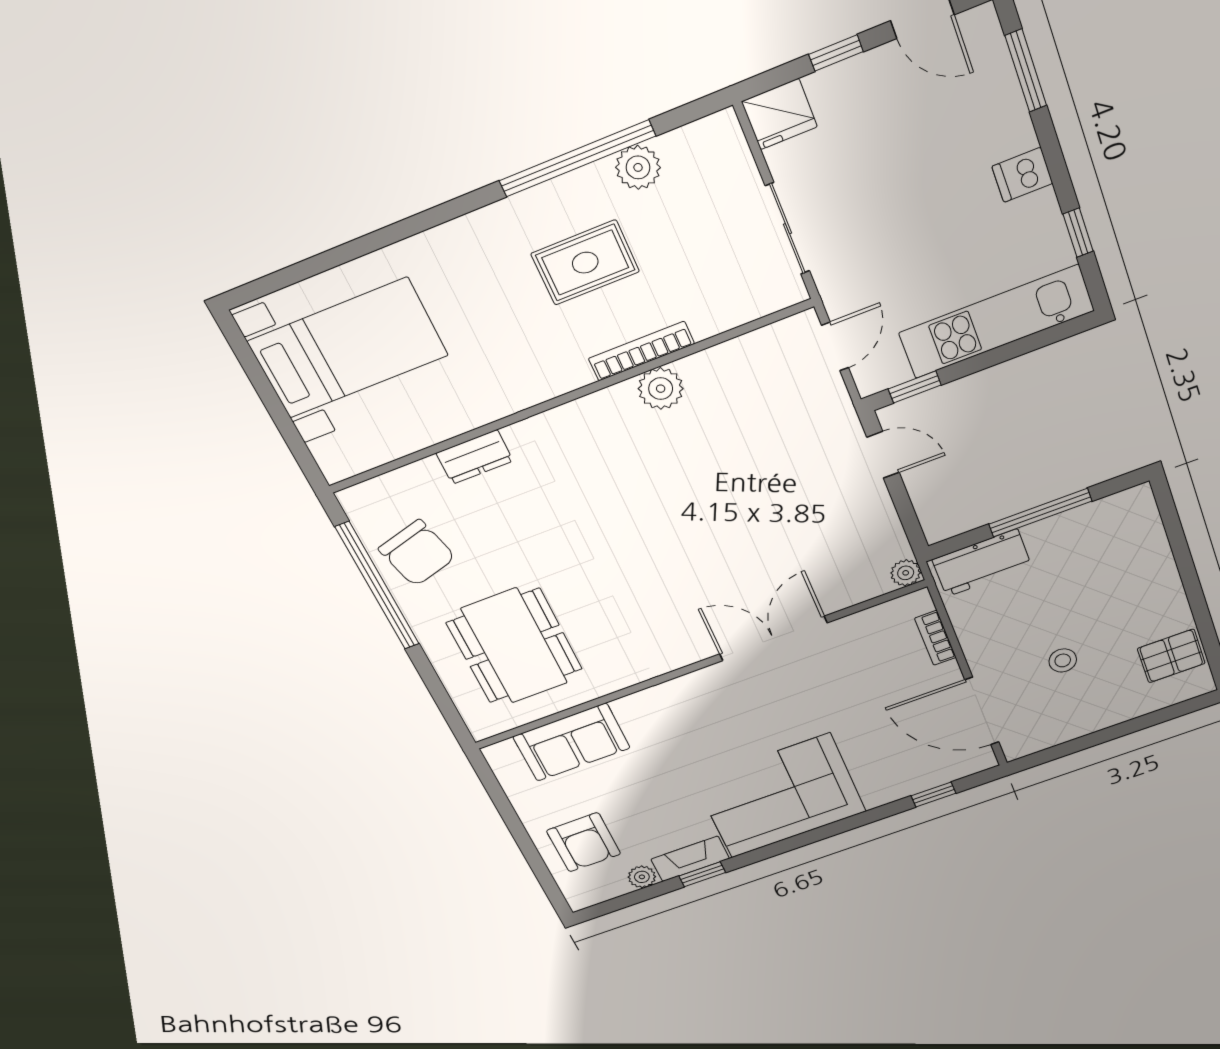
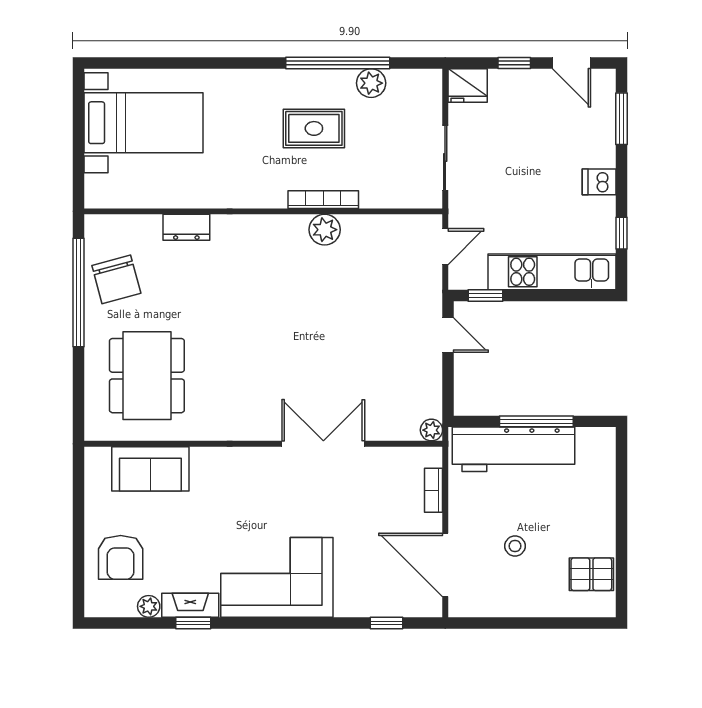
workbench: (982, 563) -> (514, 449), width x1.88, depth x1.32

